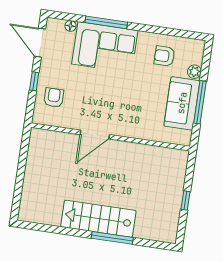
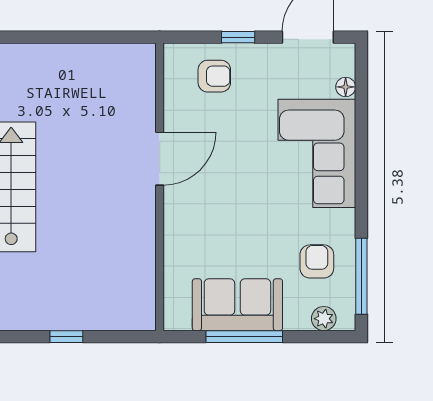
window: (106, 22) -> (361, 276), moved
plant: (194, 72) -> (324, 319), moved
door: (95, 135) -> (160, 159), swing flipped

